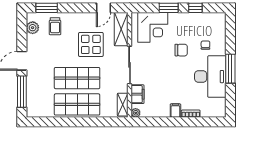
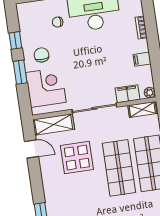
trolley: (55, 26) -> (62, 203), removed
chair: (181, 50) -> (41, 55), moved
filing cabinet: (175, 110) -> (142, 59), moved

